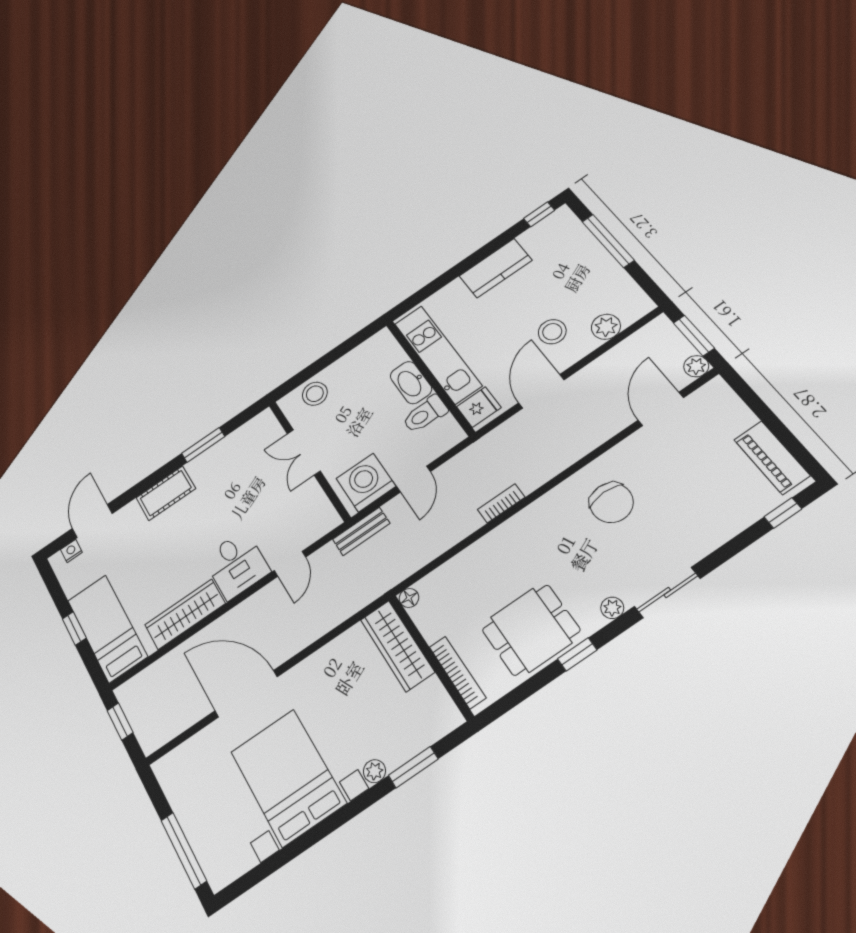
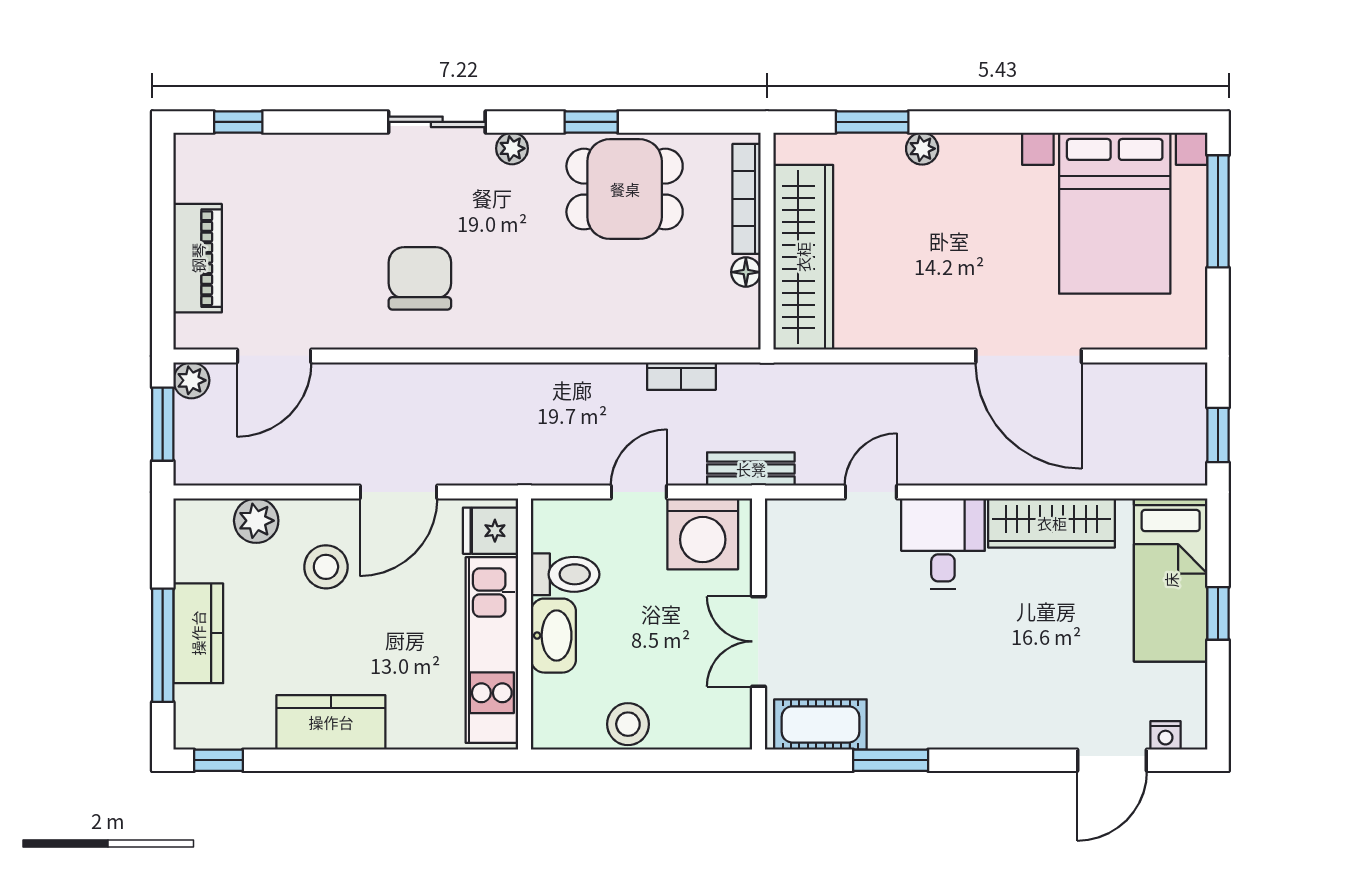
kitchen counter: (594, 258) -> (198, 633), added
stool: (315, 394) -> (628, 724), moved
double door: (304, 452) -> (758, 641), swing flipped
piano: (772, 458) -> (198, 258), moved
cot: (166, 493) -> (820, 724), moved
bookcase: (501, 503) -> (681, 376), moved
floor lamp: (409, 598) -> (746, 272), moved
wardrobe: (397, 646) -> (803, 257), width x1.40, depth x1.17
bed with nightstands: (288, 777) -> (1115, 213), moved

